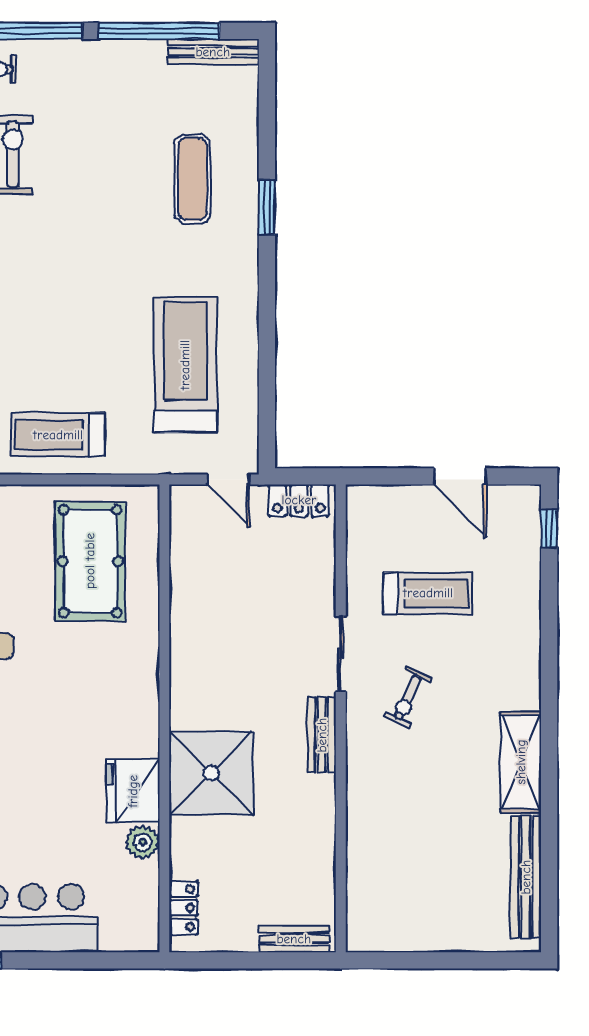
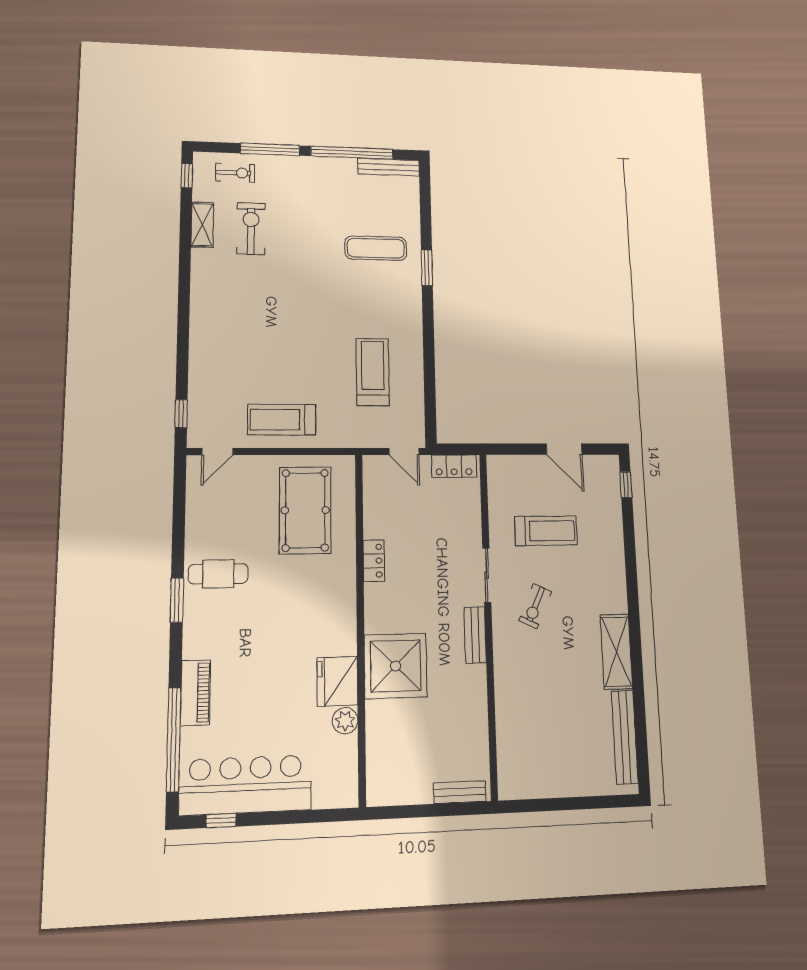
exercise mat: (193, 179) -> (376, 248), turned 90
treadmill: (185, 365) -> (373, 372), width x0.73, depth x0.73
locker: (184, 908) -> (374, 561), moved

